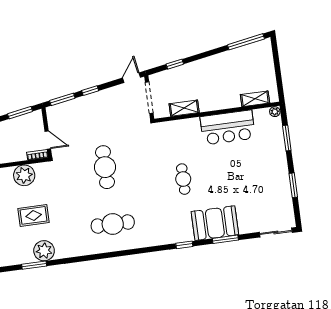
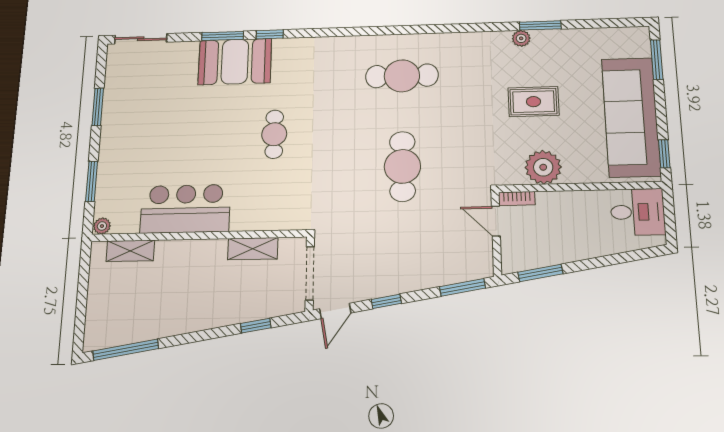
window: (90, 91) -> (386, 301), moved
window: (184, 245) -> (270, 34), moved
plant: (44, 251) -> (521, 38), width x0.53, depth x0.53

